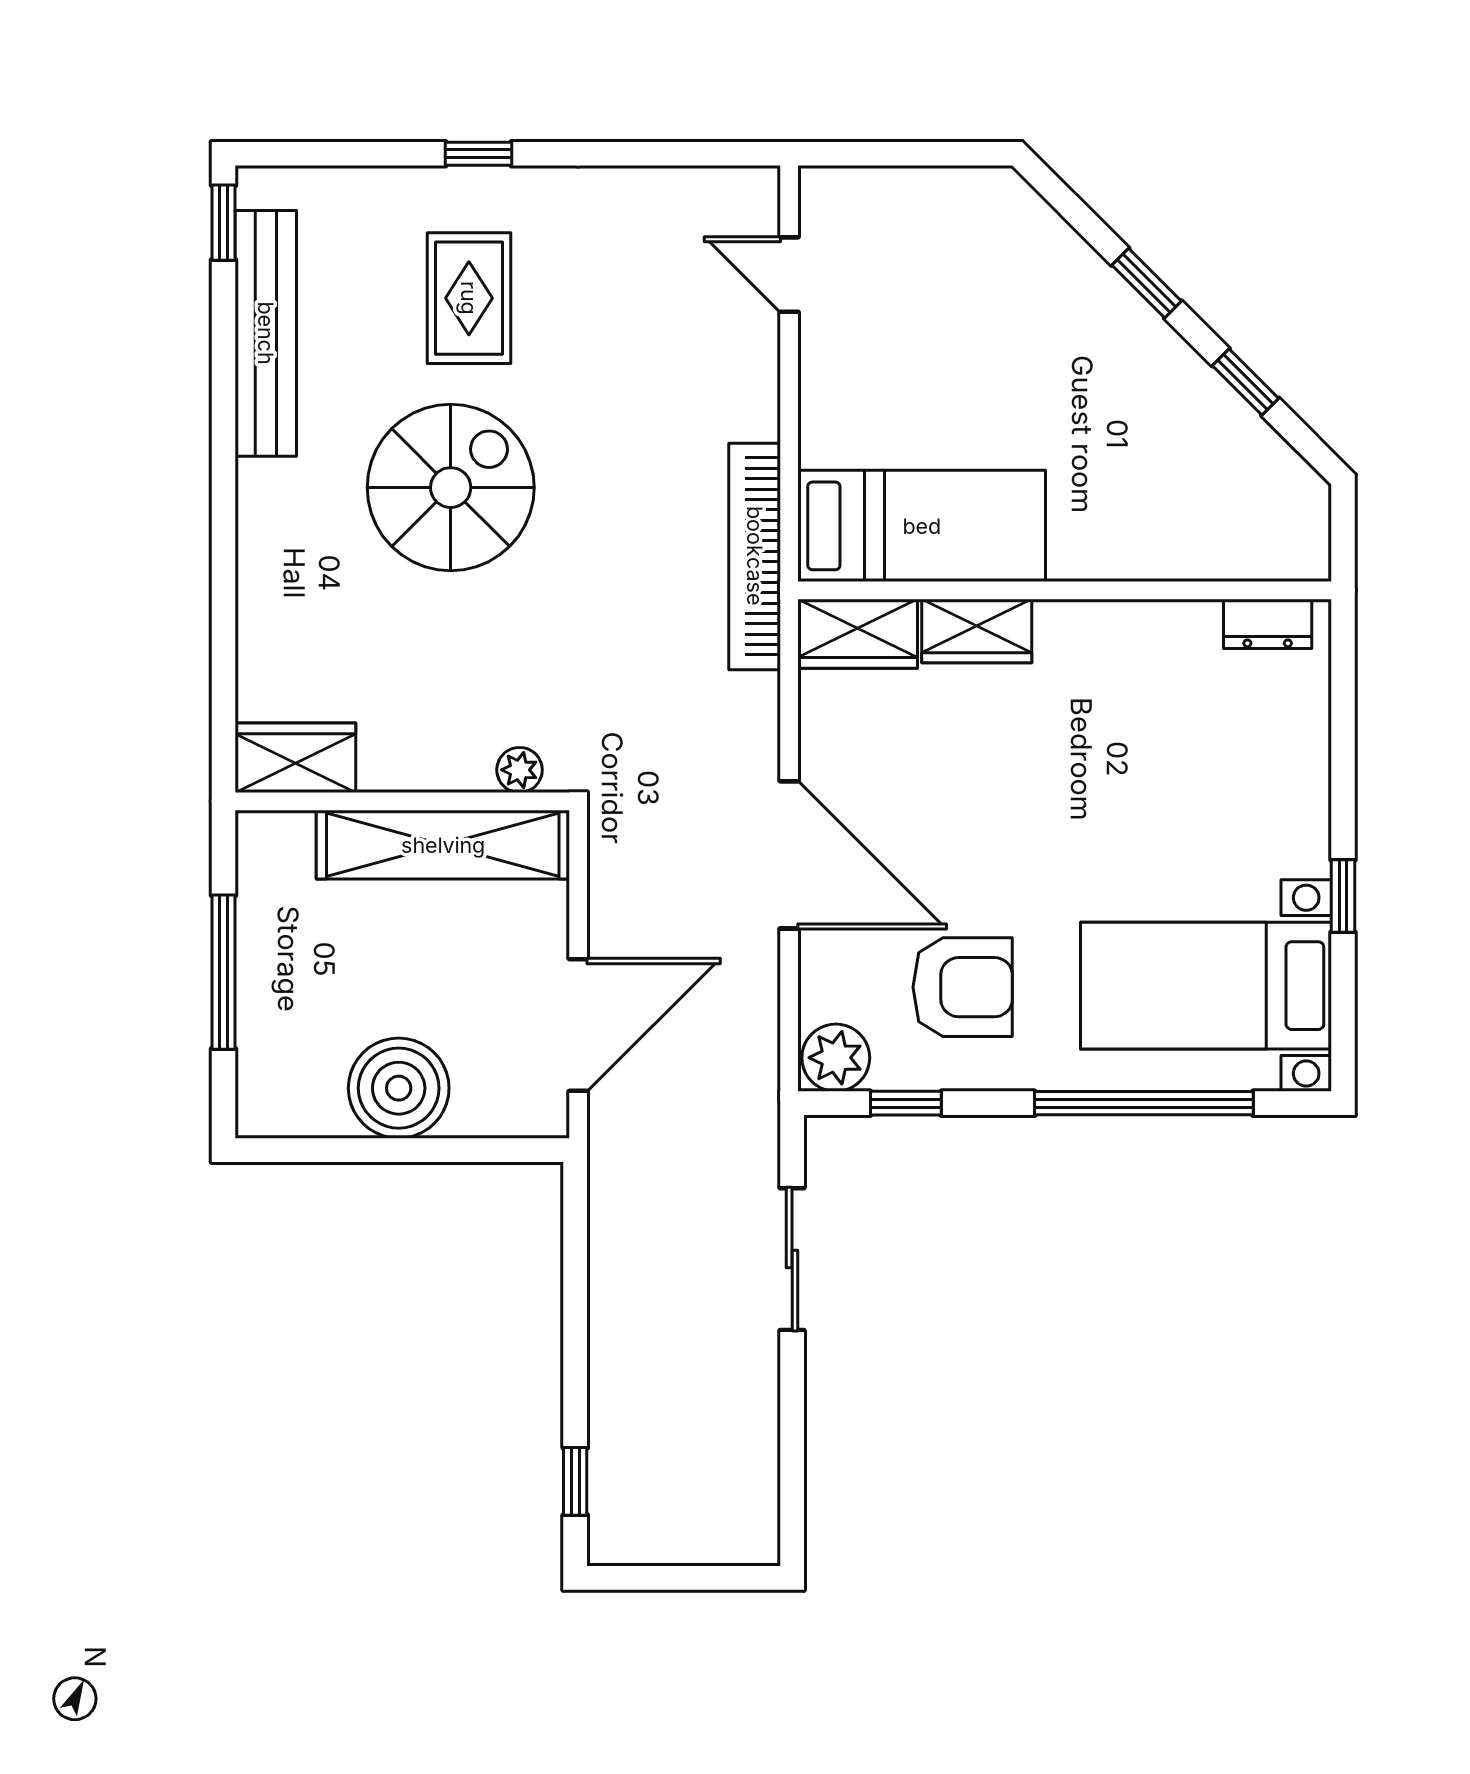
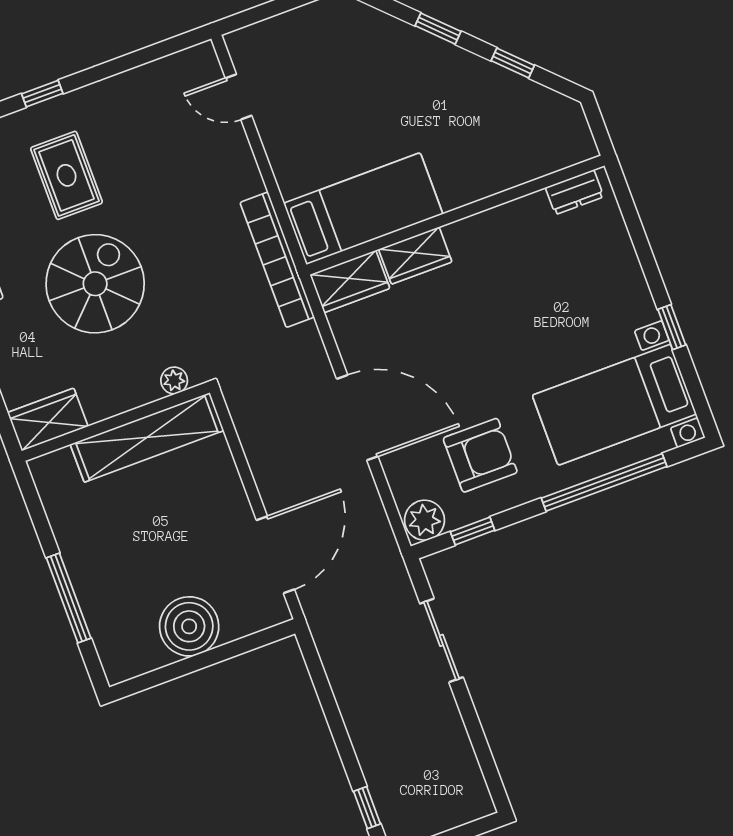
wardrobe: (295, 758) -> (48, 420), moved
plant: (520, 770) -> (174, 380), moved
wall: (402, 801) -> (116, 422), moved
shelving: (443, 845) -> (147, 437), moved

